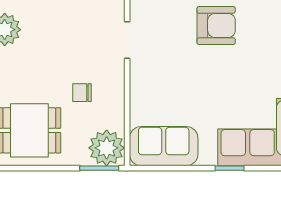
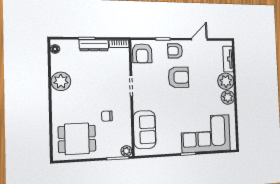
sofa: (164, 146) -> (145, 130), moved, turned 90
plant: (107, 148) -> (126, 151), width x0.53, depth x0.53

